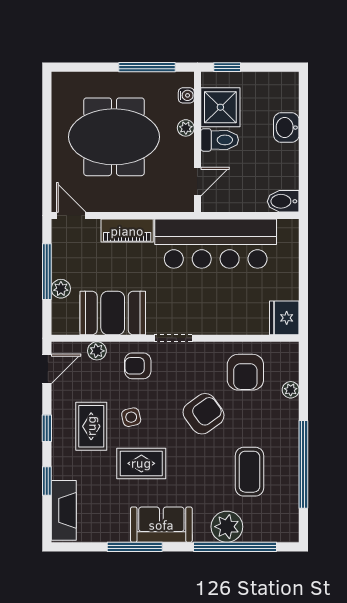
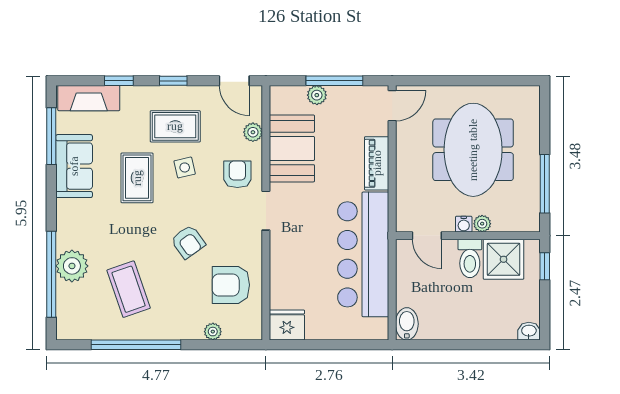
water cooler: (186, 95) -> (464, 224), moved
washbasin: (286, 128) -> (529, 331), moved, width x0.72, depth x0.69
armchair: (204, 414) -> (188, 242), width x0.72, depth x0.72
coffee table: (249, 472) -> (129, 289), turned 71
sofa: (161, 525) -> (74, 166), moved
window: (135, 547) -> (51, 136), moved

